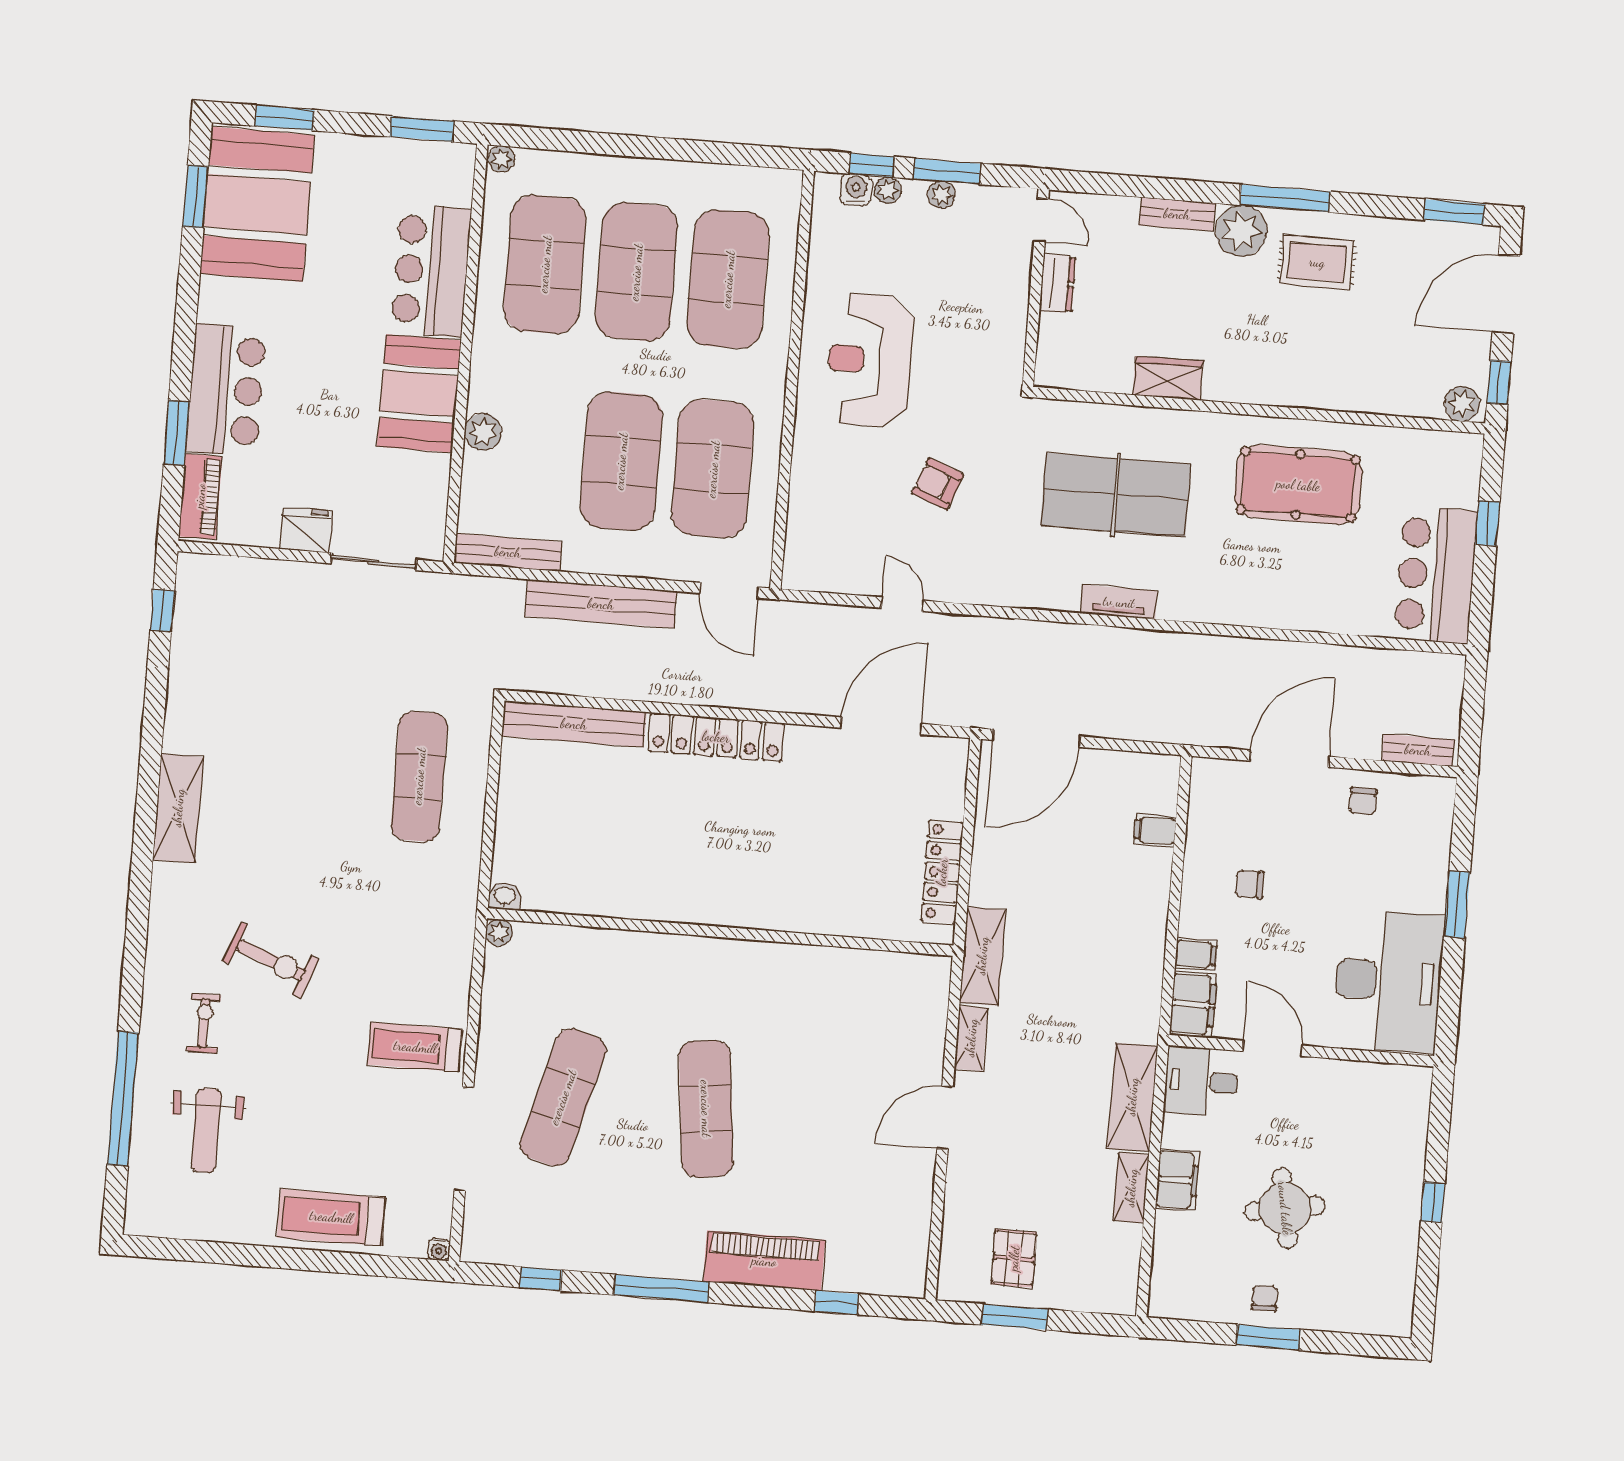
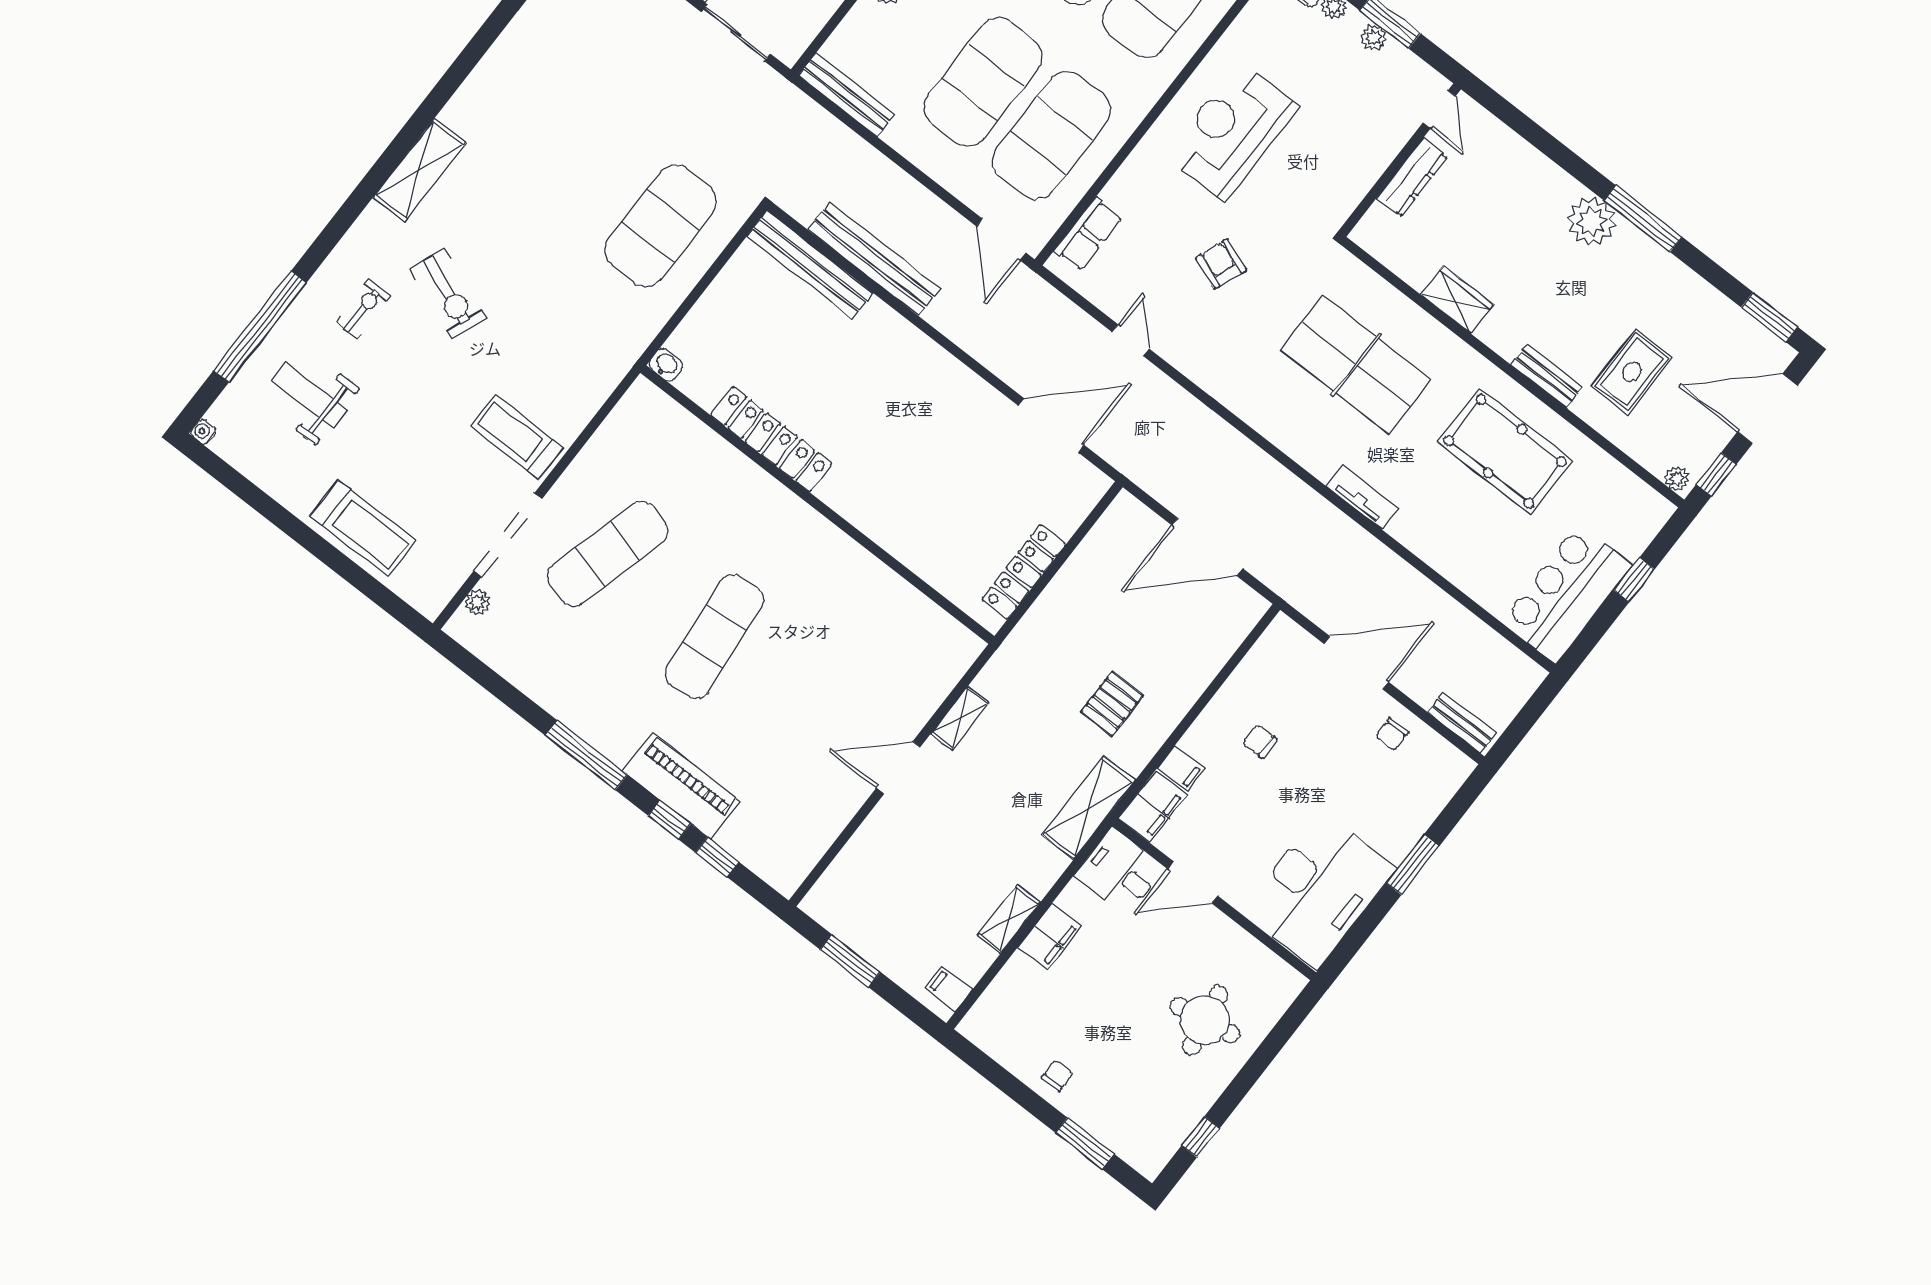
bench: (1177, 214) -> (1547, 376), moved
rug: (1317, 262) -> (1632, 372), moved, turned 90
dresser: (1057, 284) -> (1412, 177), width x1.44
plant: (1462, 404) -> (1677, 479), width x0.73, depth x0.73
row of seats: (803, 535) -> (1088, 234), added
tv unit: (1119, 602) -> (1362, 497), moved
bench: (601, 604) -> (874, 259), moved
locker: (716, 737) -> (771, 439), moved, turned 180
door: (1037, 738) -> (1207, 547), moved
exercise mat: (419, 776) -> (660, 226), width x1.47
shelving: (178, 808) -> (419, 170), moved
filing cabinet: (1155, 830) -> (949, 989), moved
plant: (499, 933) -> (477, 603), moved
shelving: (982, 956) -> (1012, 660), removed
door: (1272, 1048) -> (1193, 882), swing flipped
shelving: (1132, 1097) -> (1089, 808), moved
weight bench: (206, 1130) -> (309, 395), turned 90
window: (1433, 1202) -> (1201, 1137), moved
round table: (1285, 1208) -> (1205, 1020), moved
treadmill: (331, 1217) -> (363, 528), turned 180
water cooler: (439, 1249) -> (203, 432), moved, turned 90
pallet: (1014, 1258) -> (1112, 704), moved
window: (541, 1279) -> (669, 820), moved
window: (1268, 1337) -> (1085, 1143), moved

